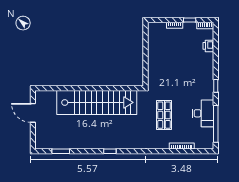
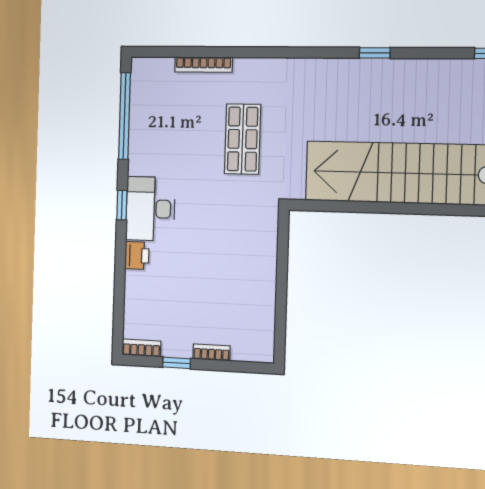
printer: (208, 46) -> (137, 256), moved
desk: (203, 113) -> (150, 209), moved

